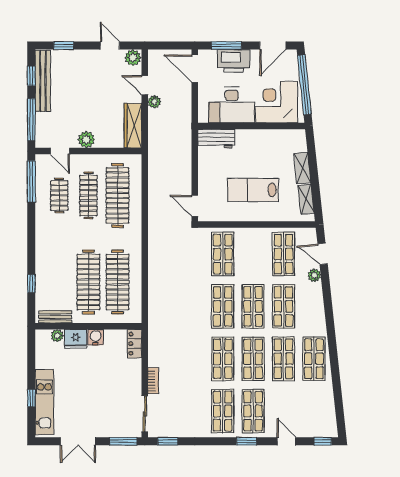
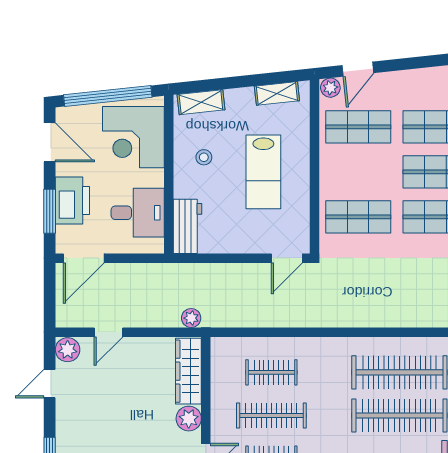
plant: (154, 102) -> (191, 318), moved
desk: (232, 105) -> (138, 213), width x0.73
wardrobe: (133, 126) -> (188, 371), moved, turned 90
stool: (263, 150) -> (204, 157), added
shelving: (302, 168) -> (201, 102), moved
clothes rail: (118, 195) -> (271, 372), width x0.54, depth x0.76
plant: (314, 275) -> (330, 88), moved

